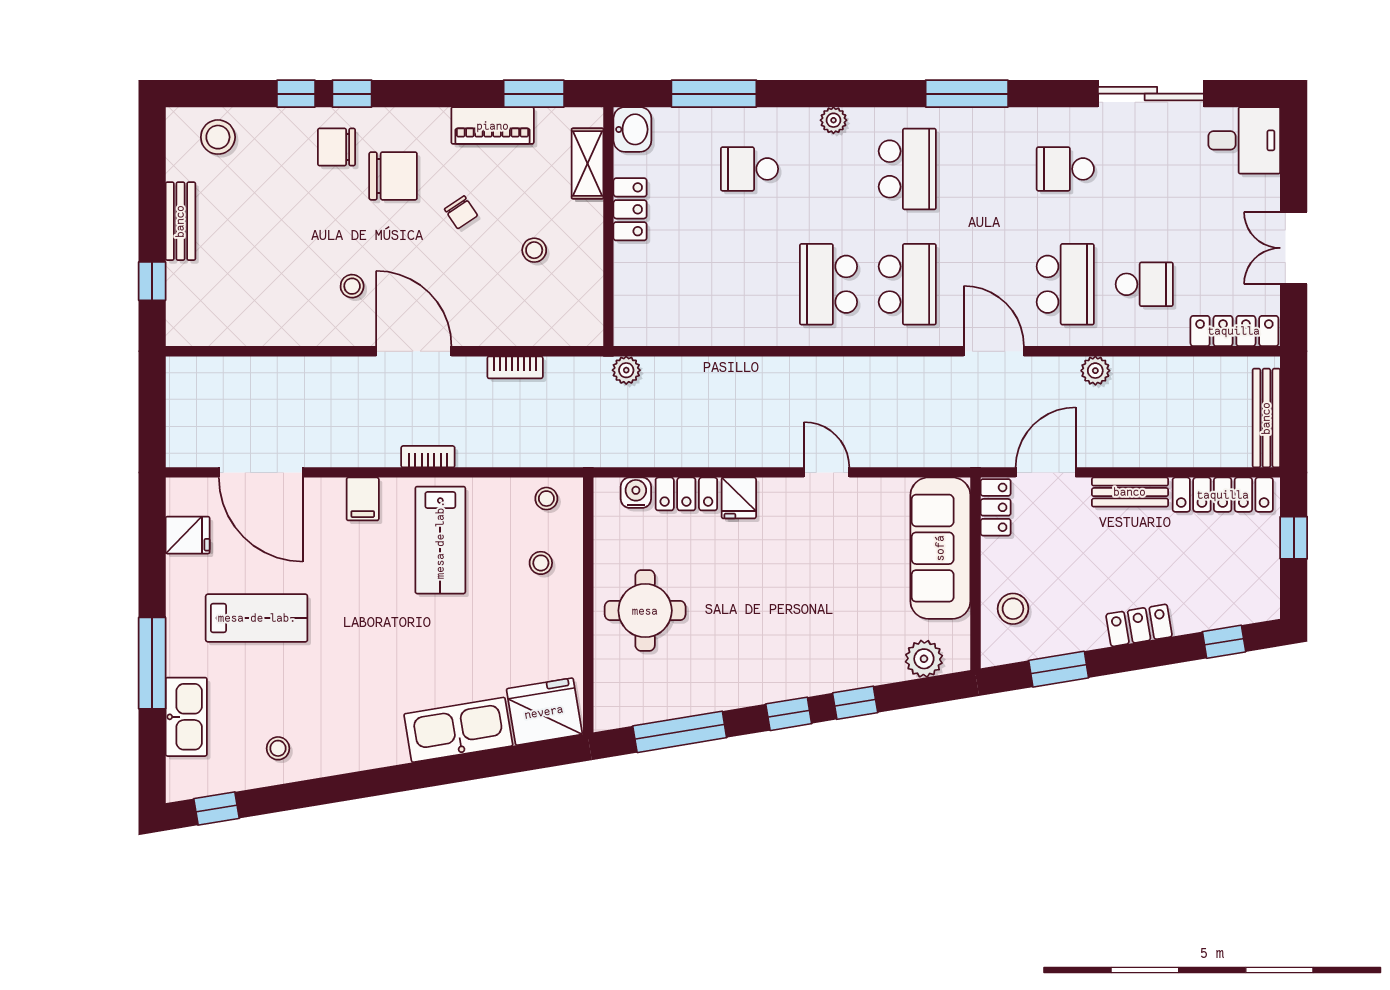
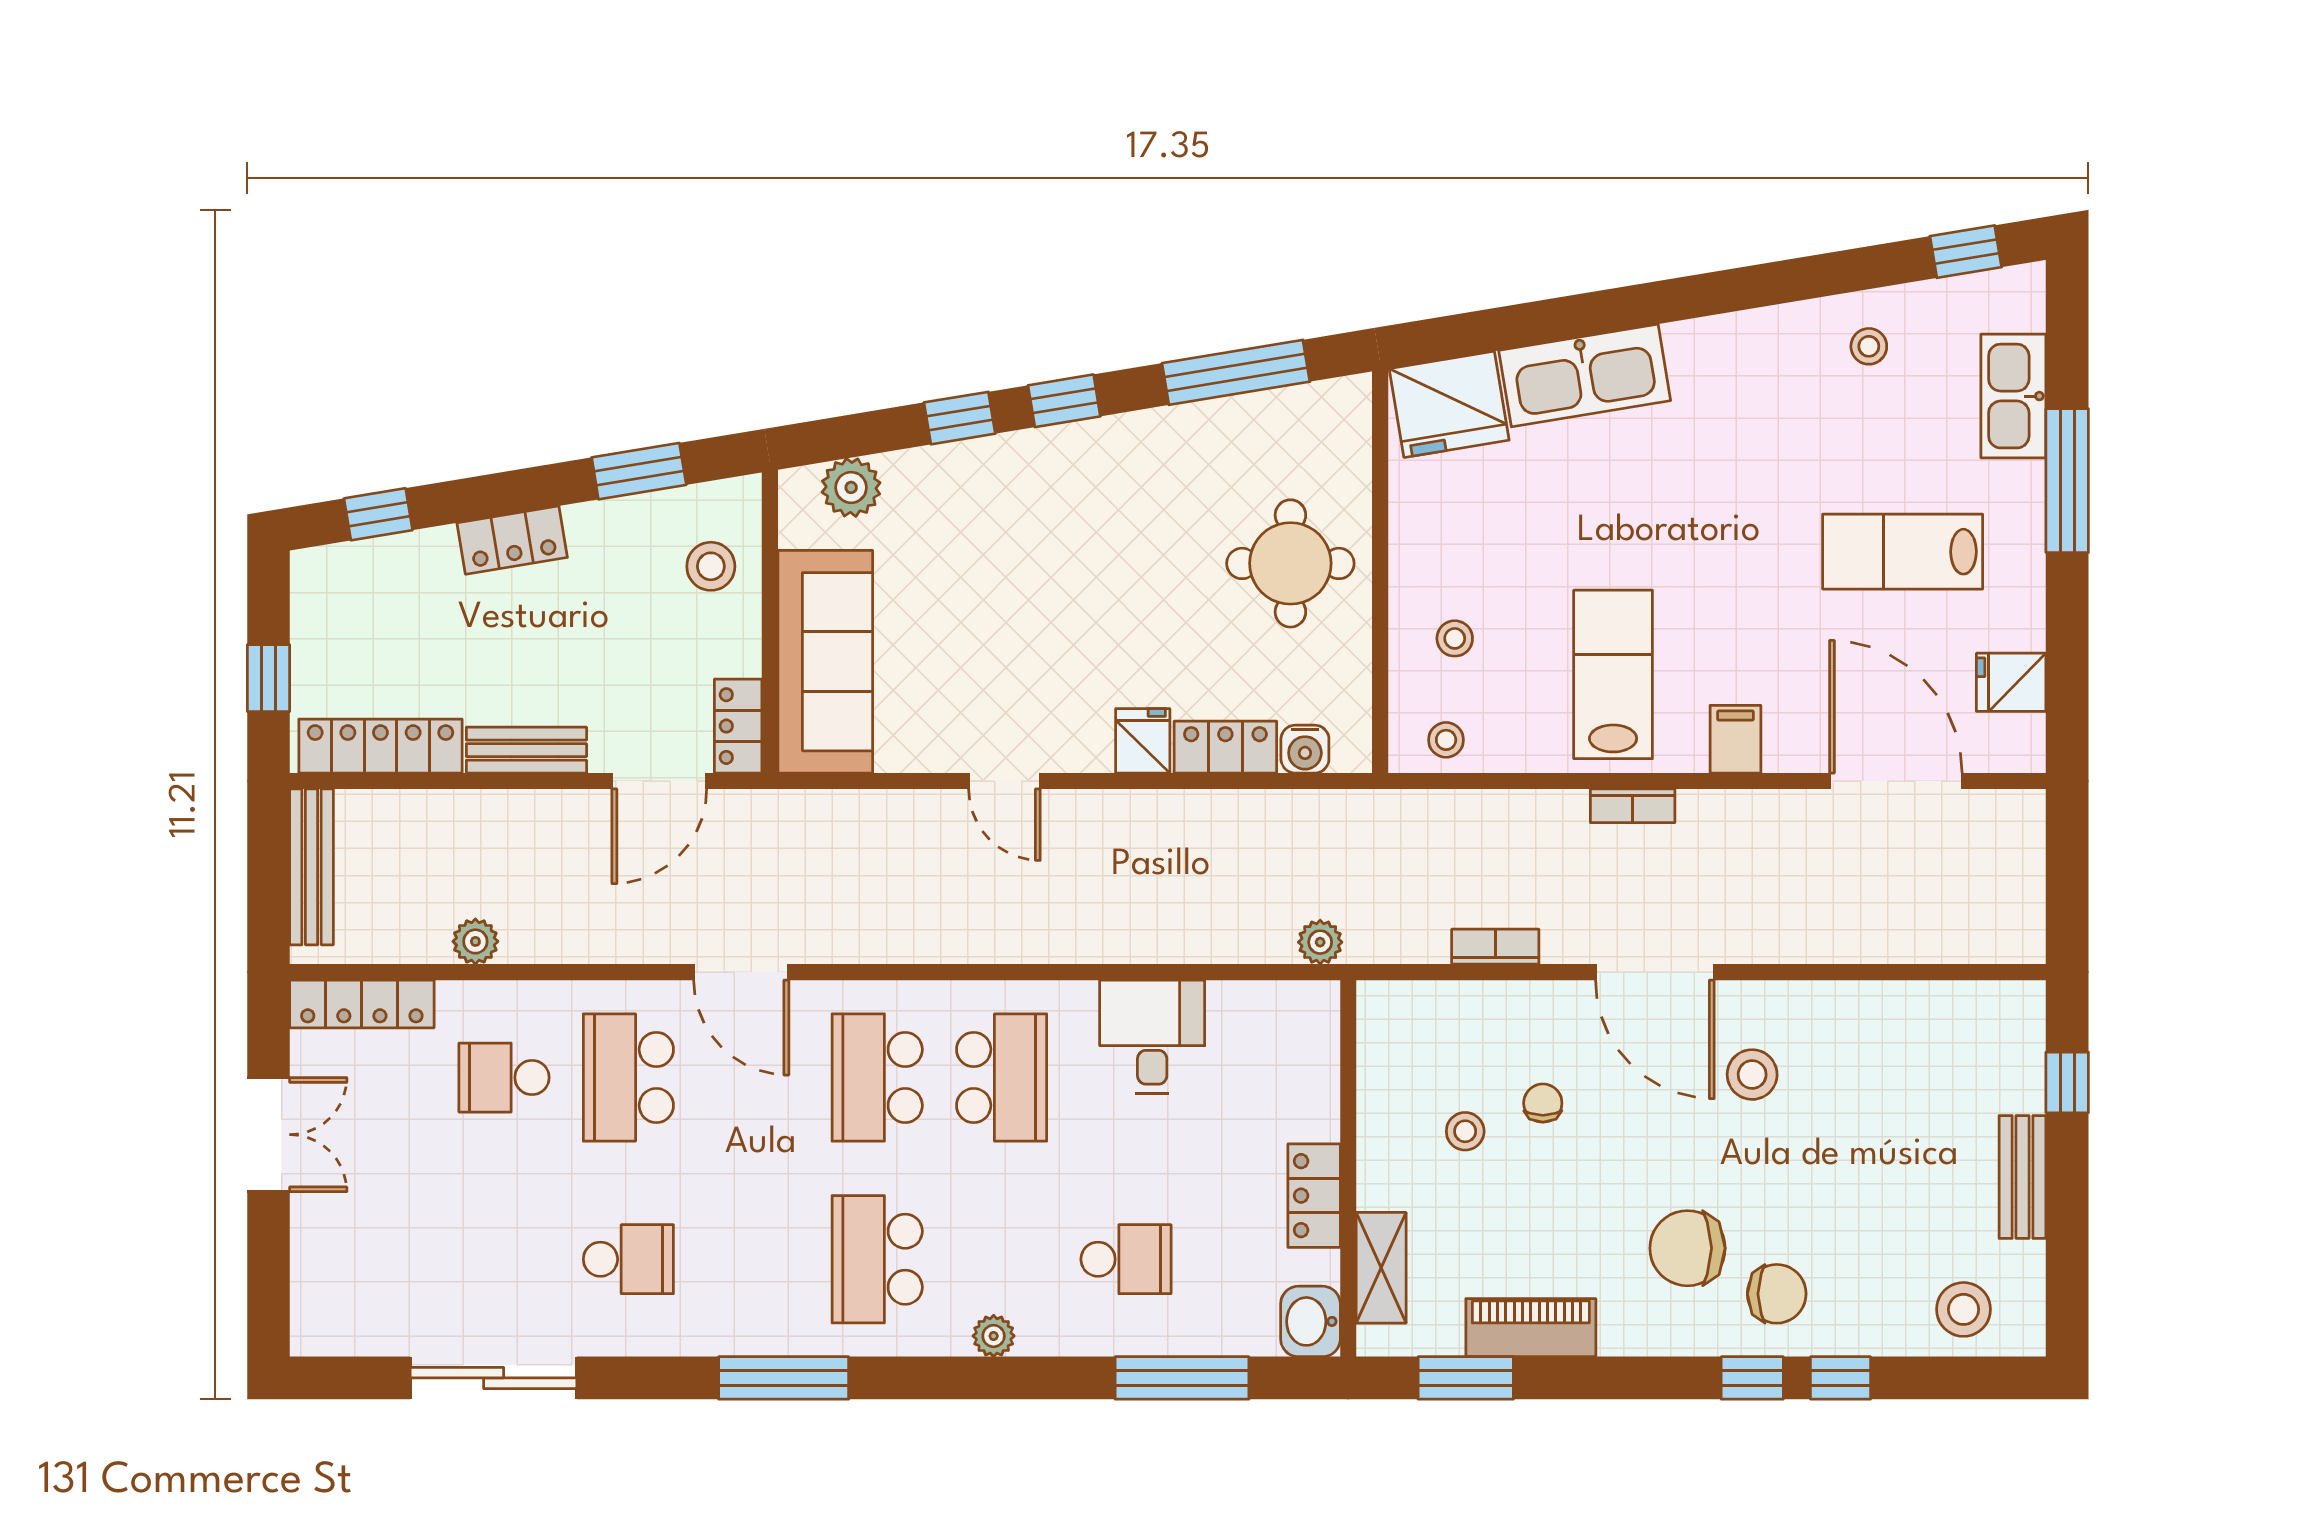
desk: (1244, 140) -> (1152, 1037), moved, turned 90
chair: (461, 212) -> (1543, 1103), moved, turned 34
stool: (352, 286) -> (1752, 1075), width x1.37, depth x1.37
plant: (1095, 371) -> (475, 941), moved

